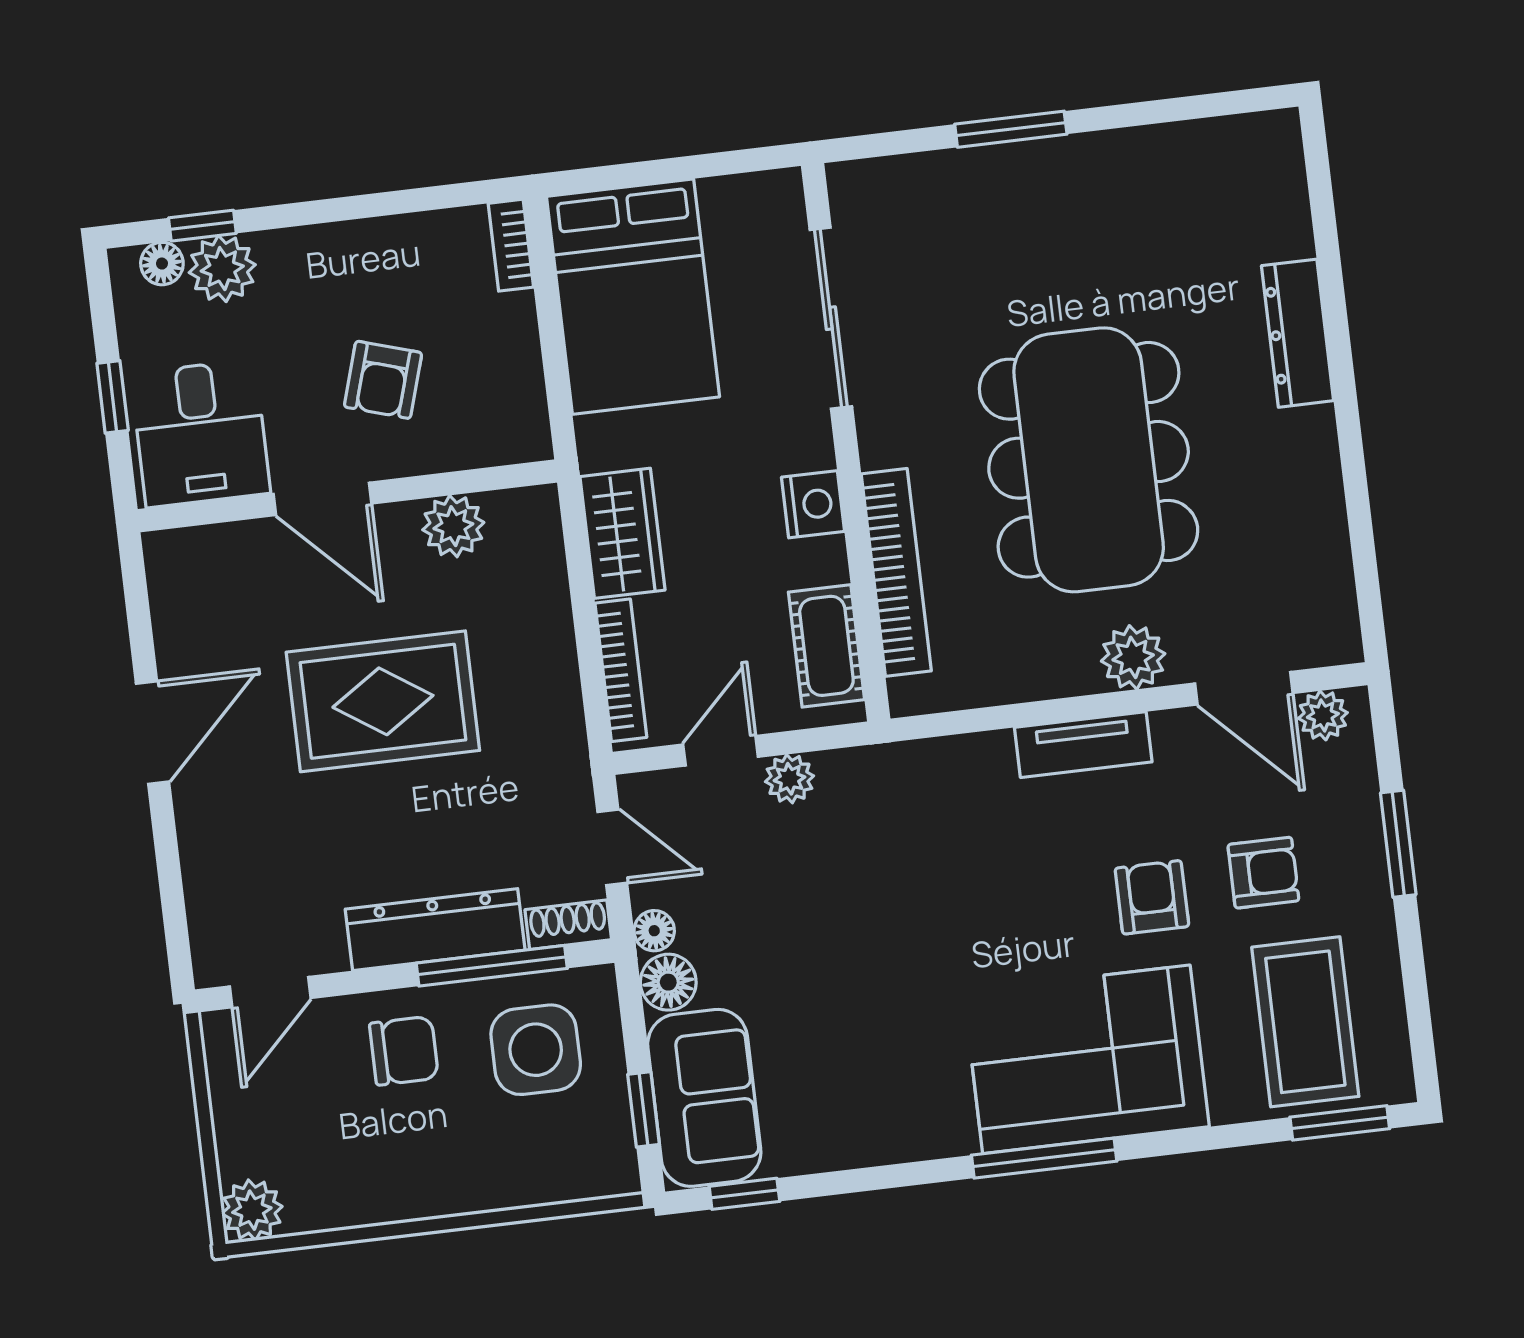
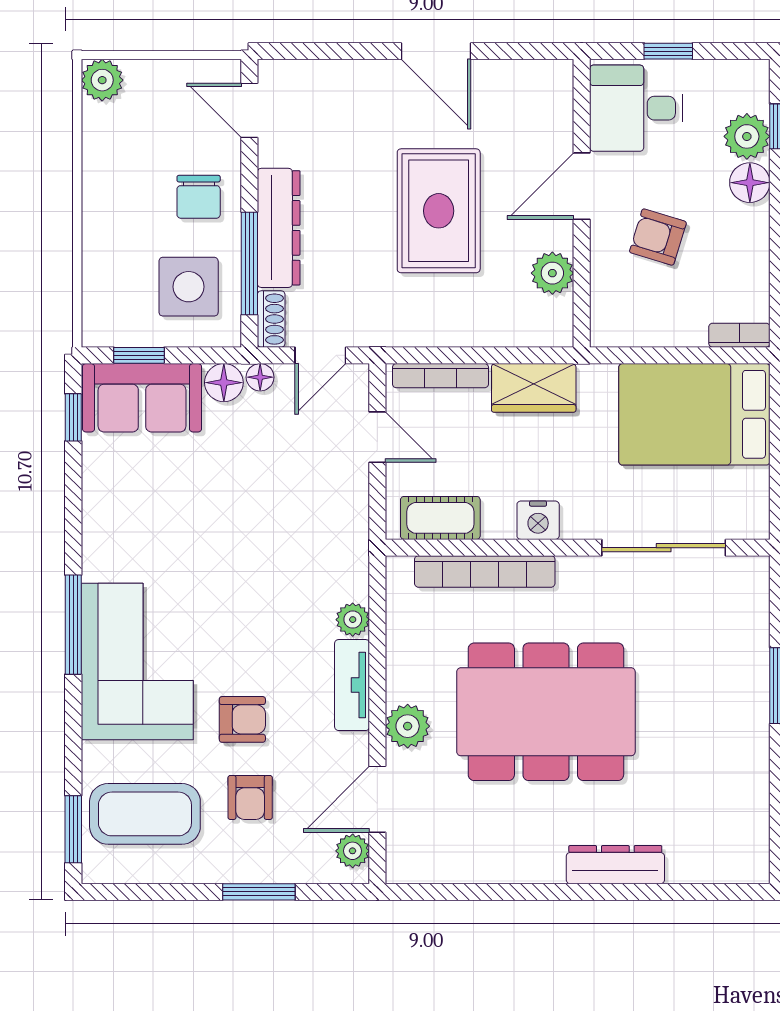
floor lamp: (162, 264) -> (750, 183), moved, width x1.37, depth x1.37
plant: (789, 779) -> (353, 620), moved

